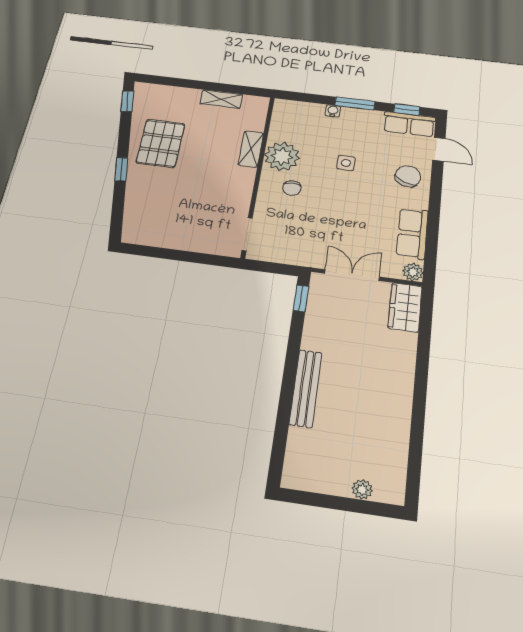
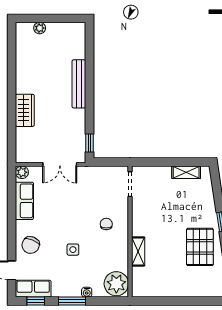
shelving: (221, 99) -> (186, 172), moved
plant: (282, 156) -> (116, 284), moved
wardrobe: (405, 307) -> (25, 110), moved

